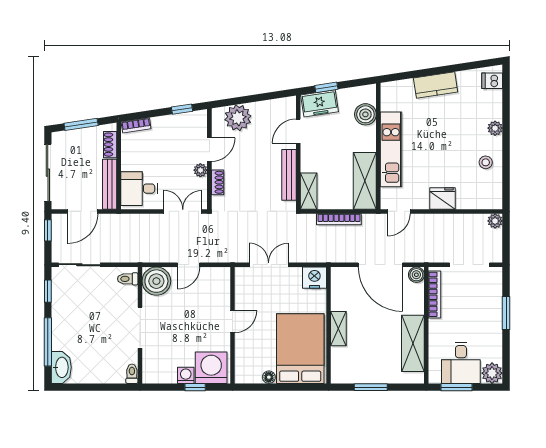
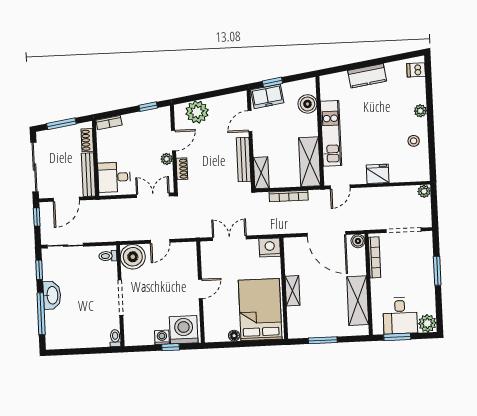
washbasin: (61, 367) -> (52, 295), moved

